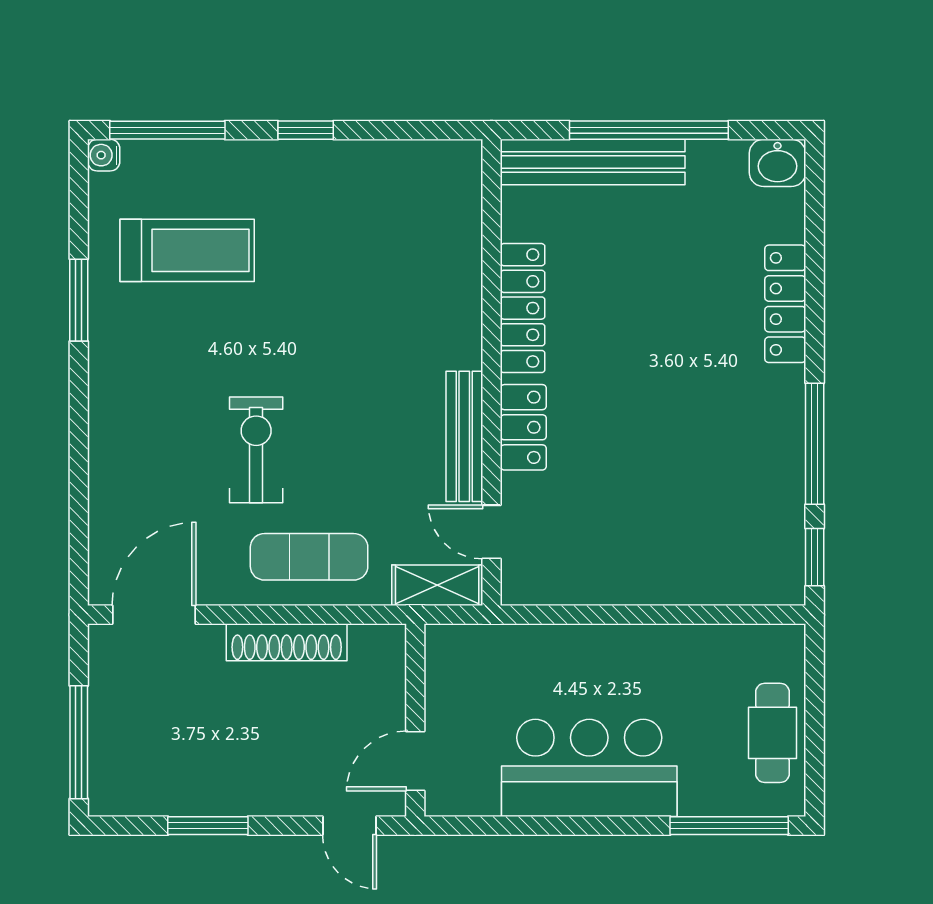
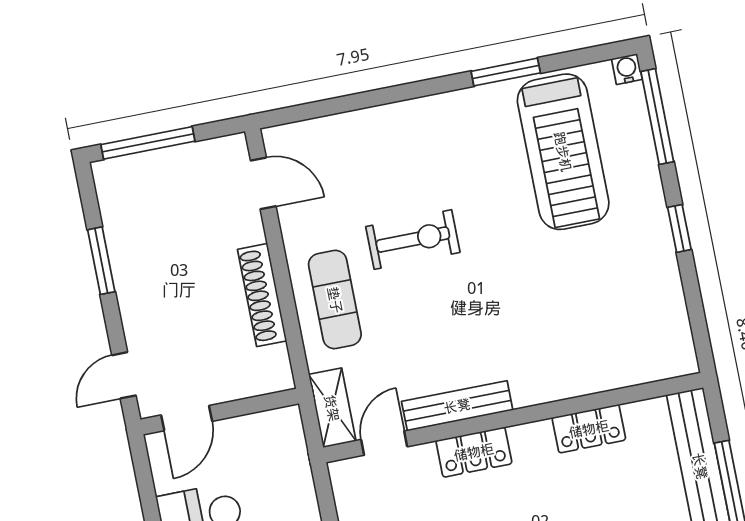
treadmill: (187, 250) -> (563, 152), width x1.37, depth x1.38
locker: (523, 308) -> (589, 429), width x0.66
door: (154, 615) -> (263, 183), width x0.73
door: (415, 761) -> (187, 418), swing flipped

